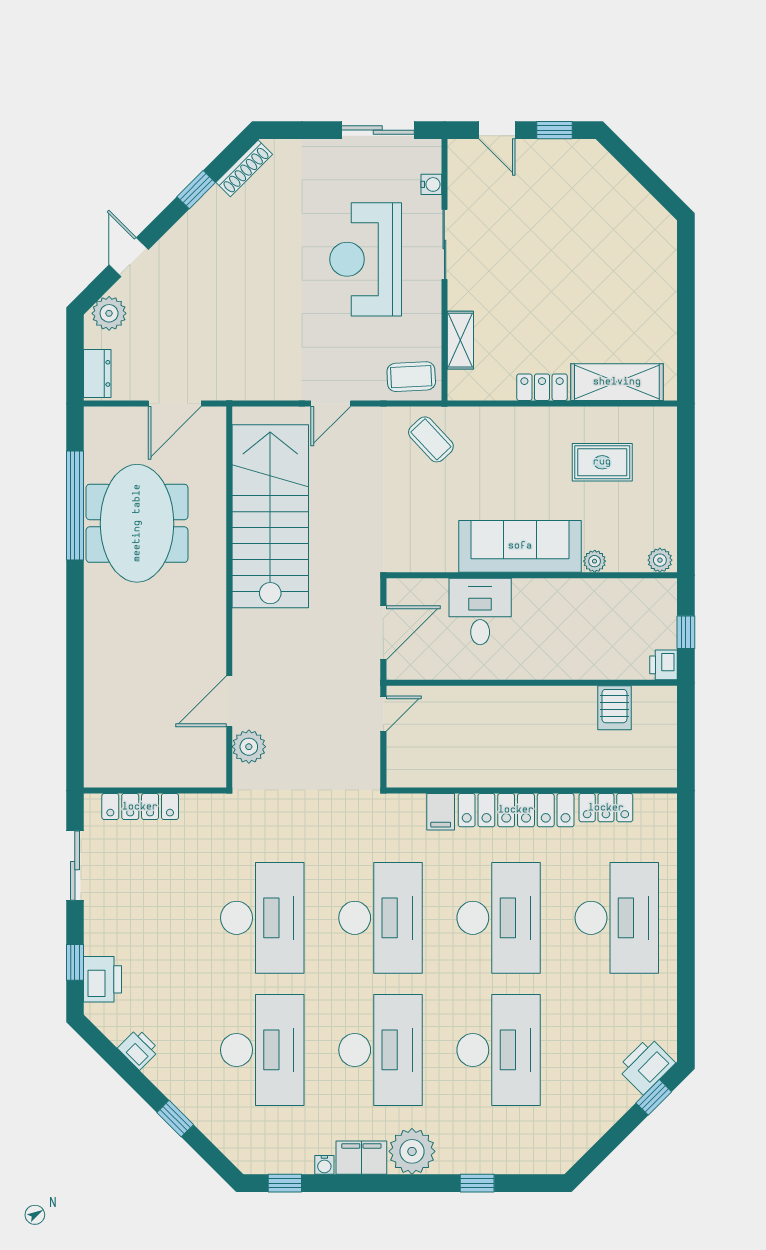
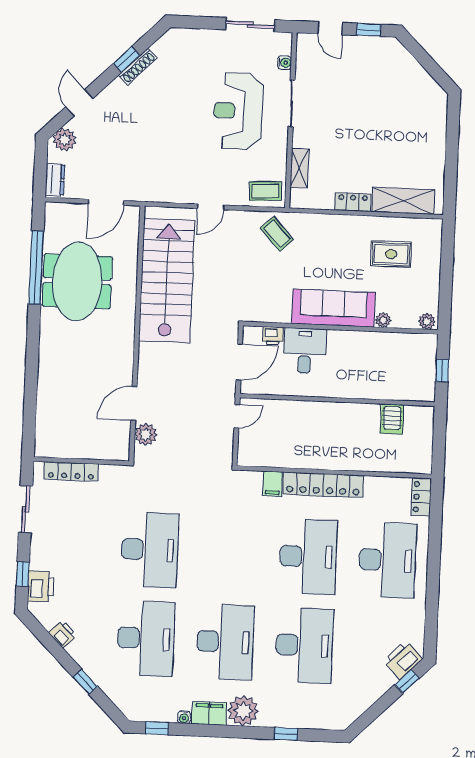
shoe rack: (244, 168) -> (138, 66), moved
printer: (664, 665) -> (273, 336), moved, turned -90
locker: (606, 808) -> (421, 497), moved, turned 90
desk: (380, 918) -> (229, 553), removed

